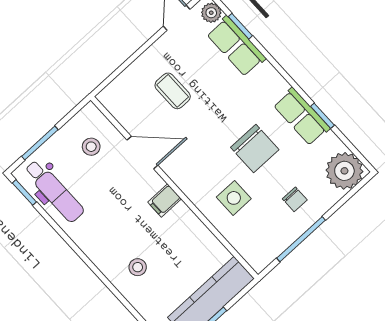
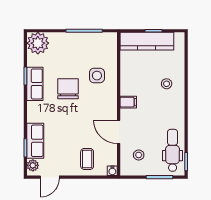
coffee table: (173, 91) -> (87, 159), moved
water cooler: (106, 97) -> (112, 171), added
chair: (295, 199) -> (71, 51), removed

